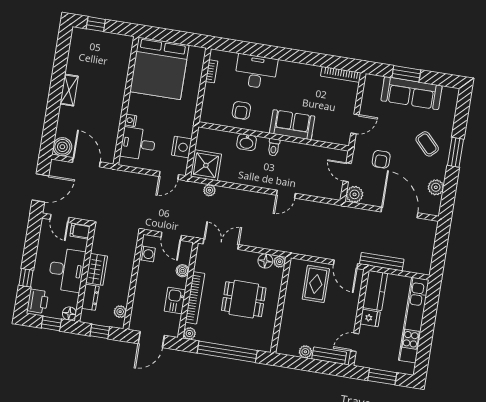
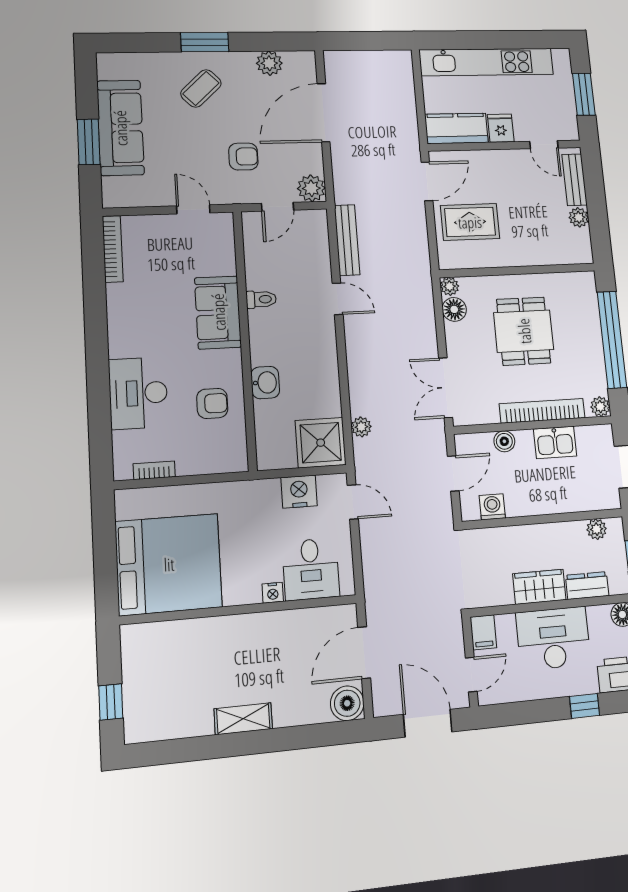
toilet: (274, 147) -> (261, 299), moved
bench: (382, 262) -> (347, 240), moved

